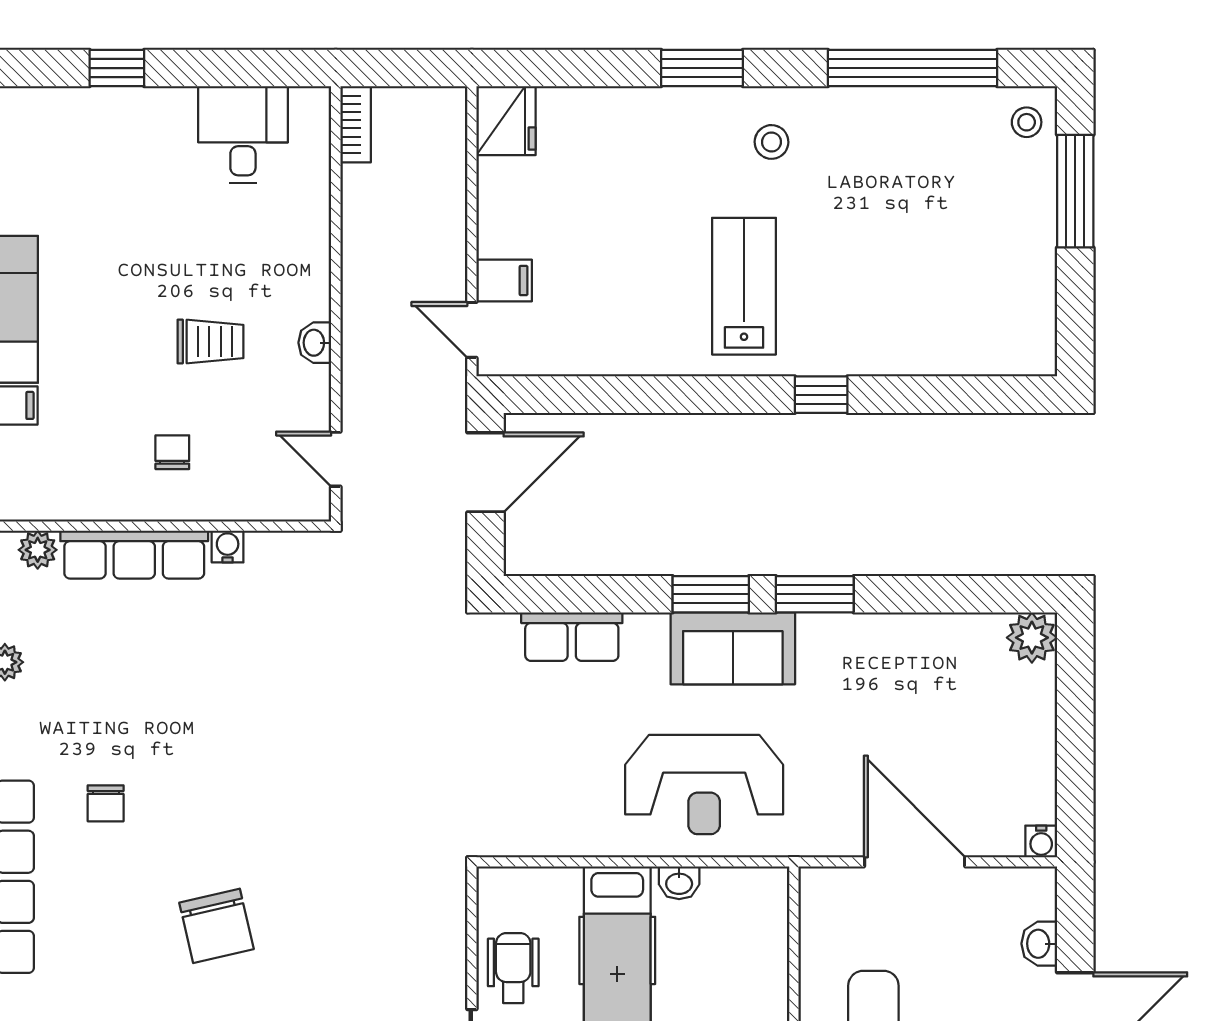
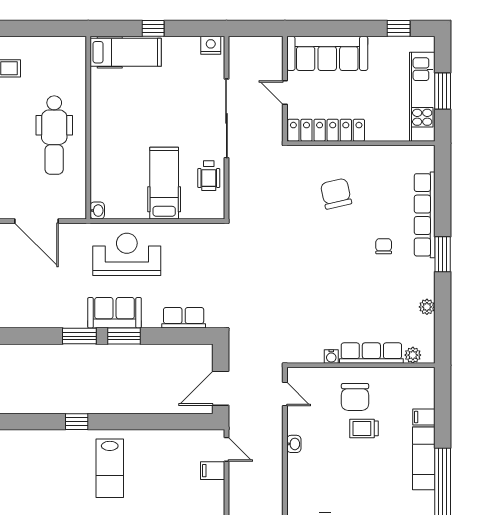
trolley: (210, 341) -> (364, 428), moved
chair: (172, 452) -> (355, 397), width x1.87, depth x1.87
washbasin: (679, 883) -> (97, 211), moved, turned 90

